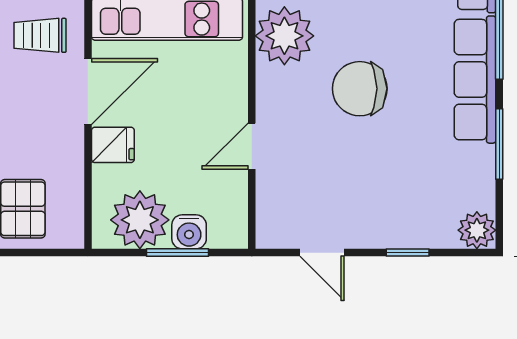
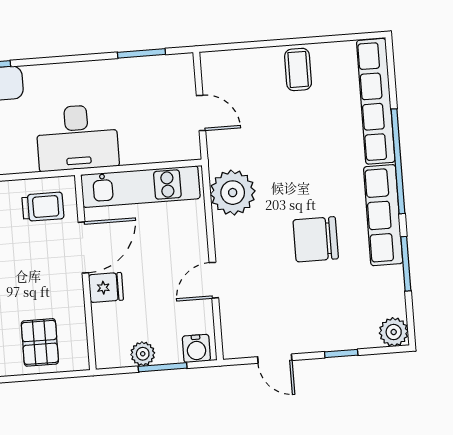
trolley: (40, 35) -> (43, 207), turned 180
chair: (360, 89) -> (316, 239), moved
plant: (140, 220) -> (143, 354), width x0.53, depth x0.53
water cooler: (189, 232) -> (196, 348), moved

